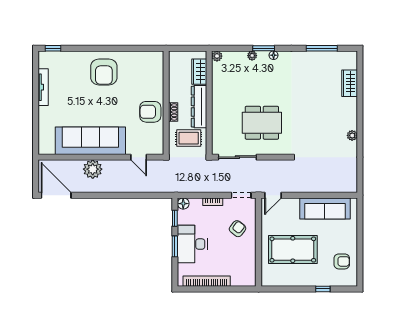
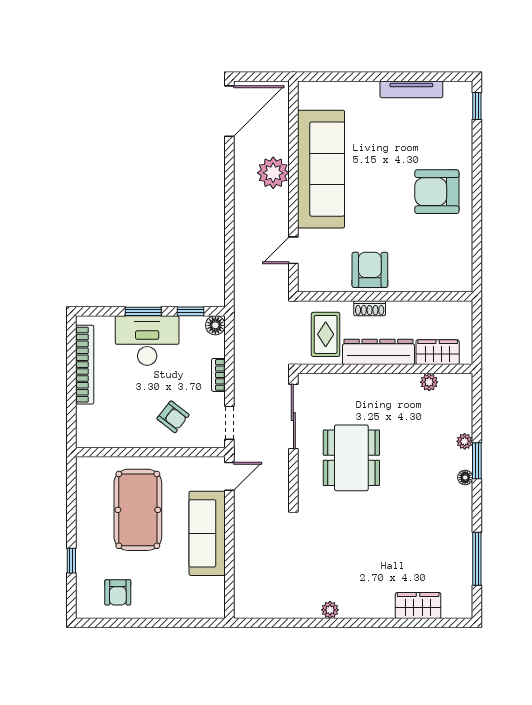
plant: (217, 56) -> (429, 382), moved
door: (273, 195) -> (229, 476), swing flipped
sofa: (325, 208) -> (207, 533), moved

